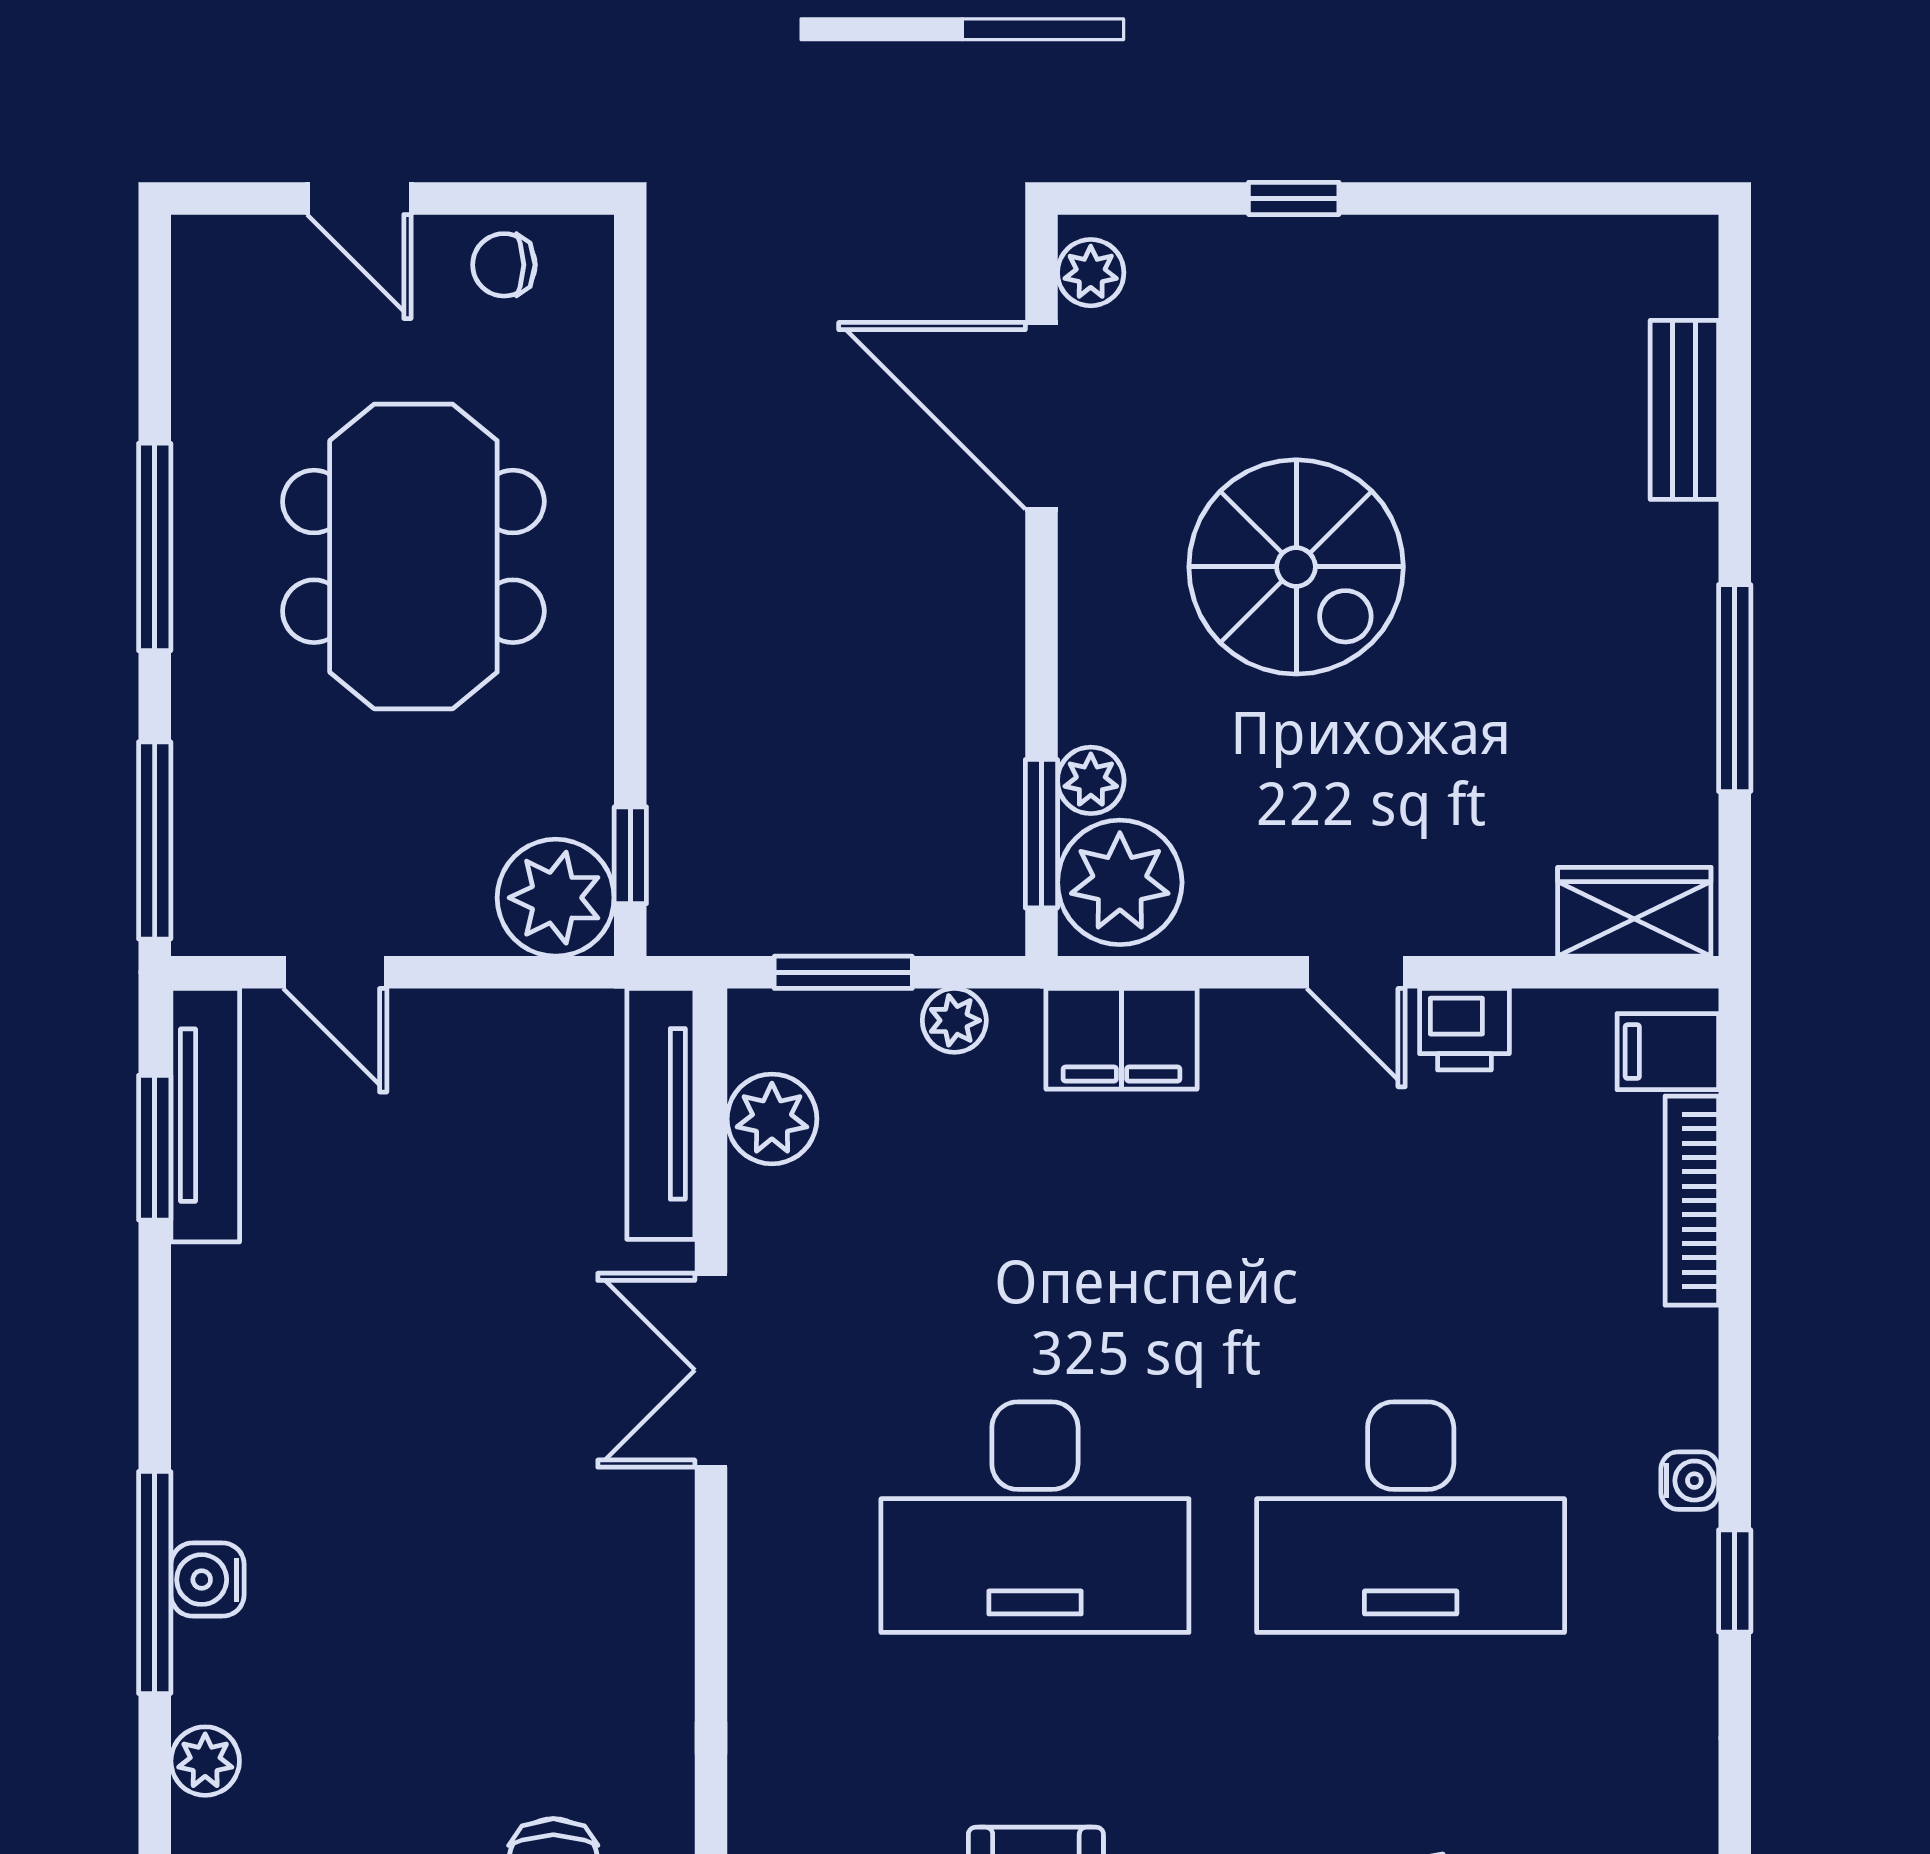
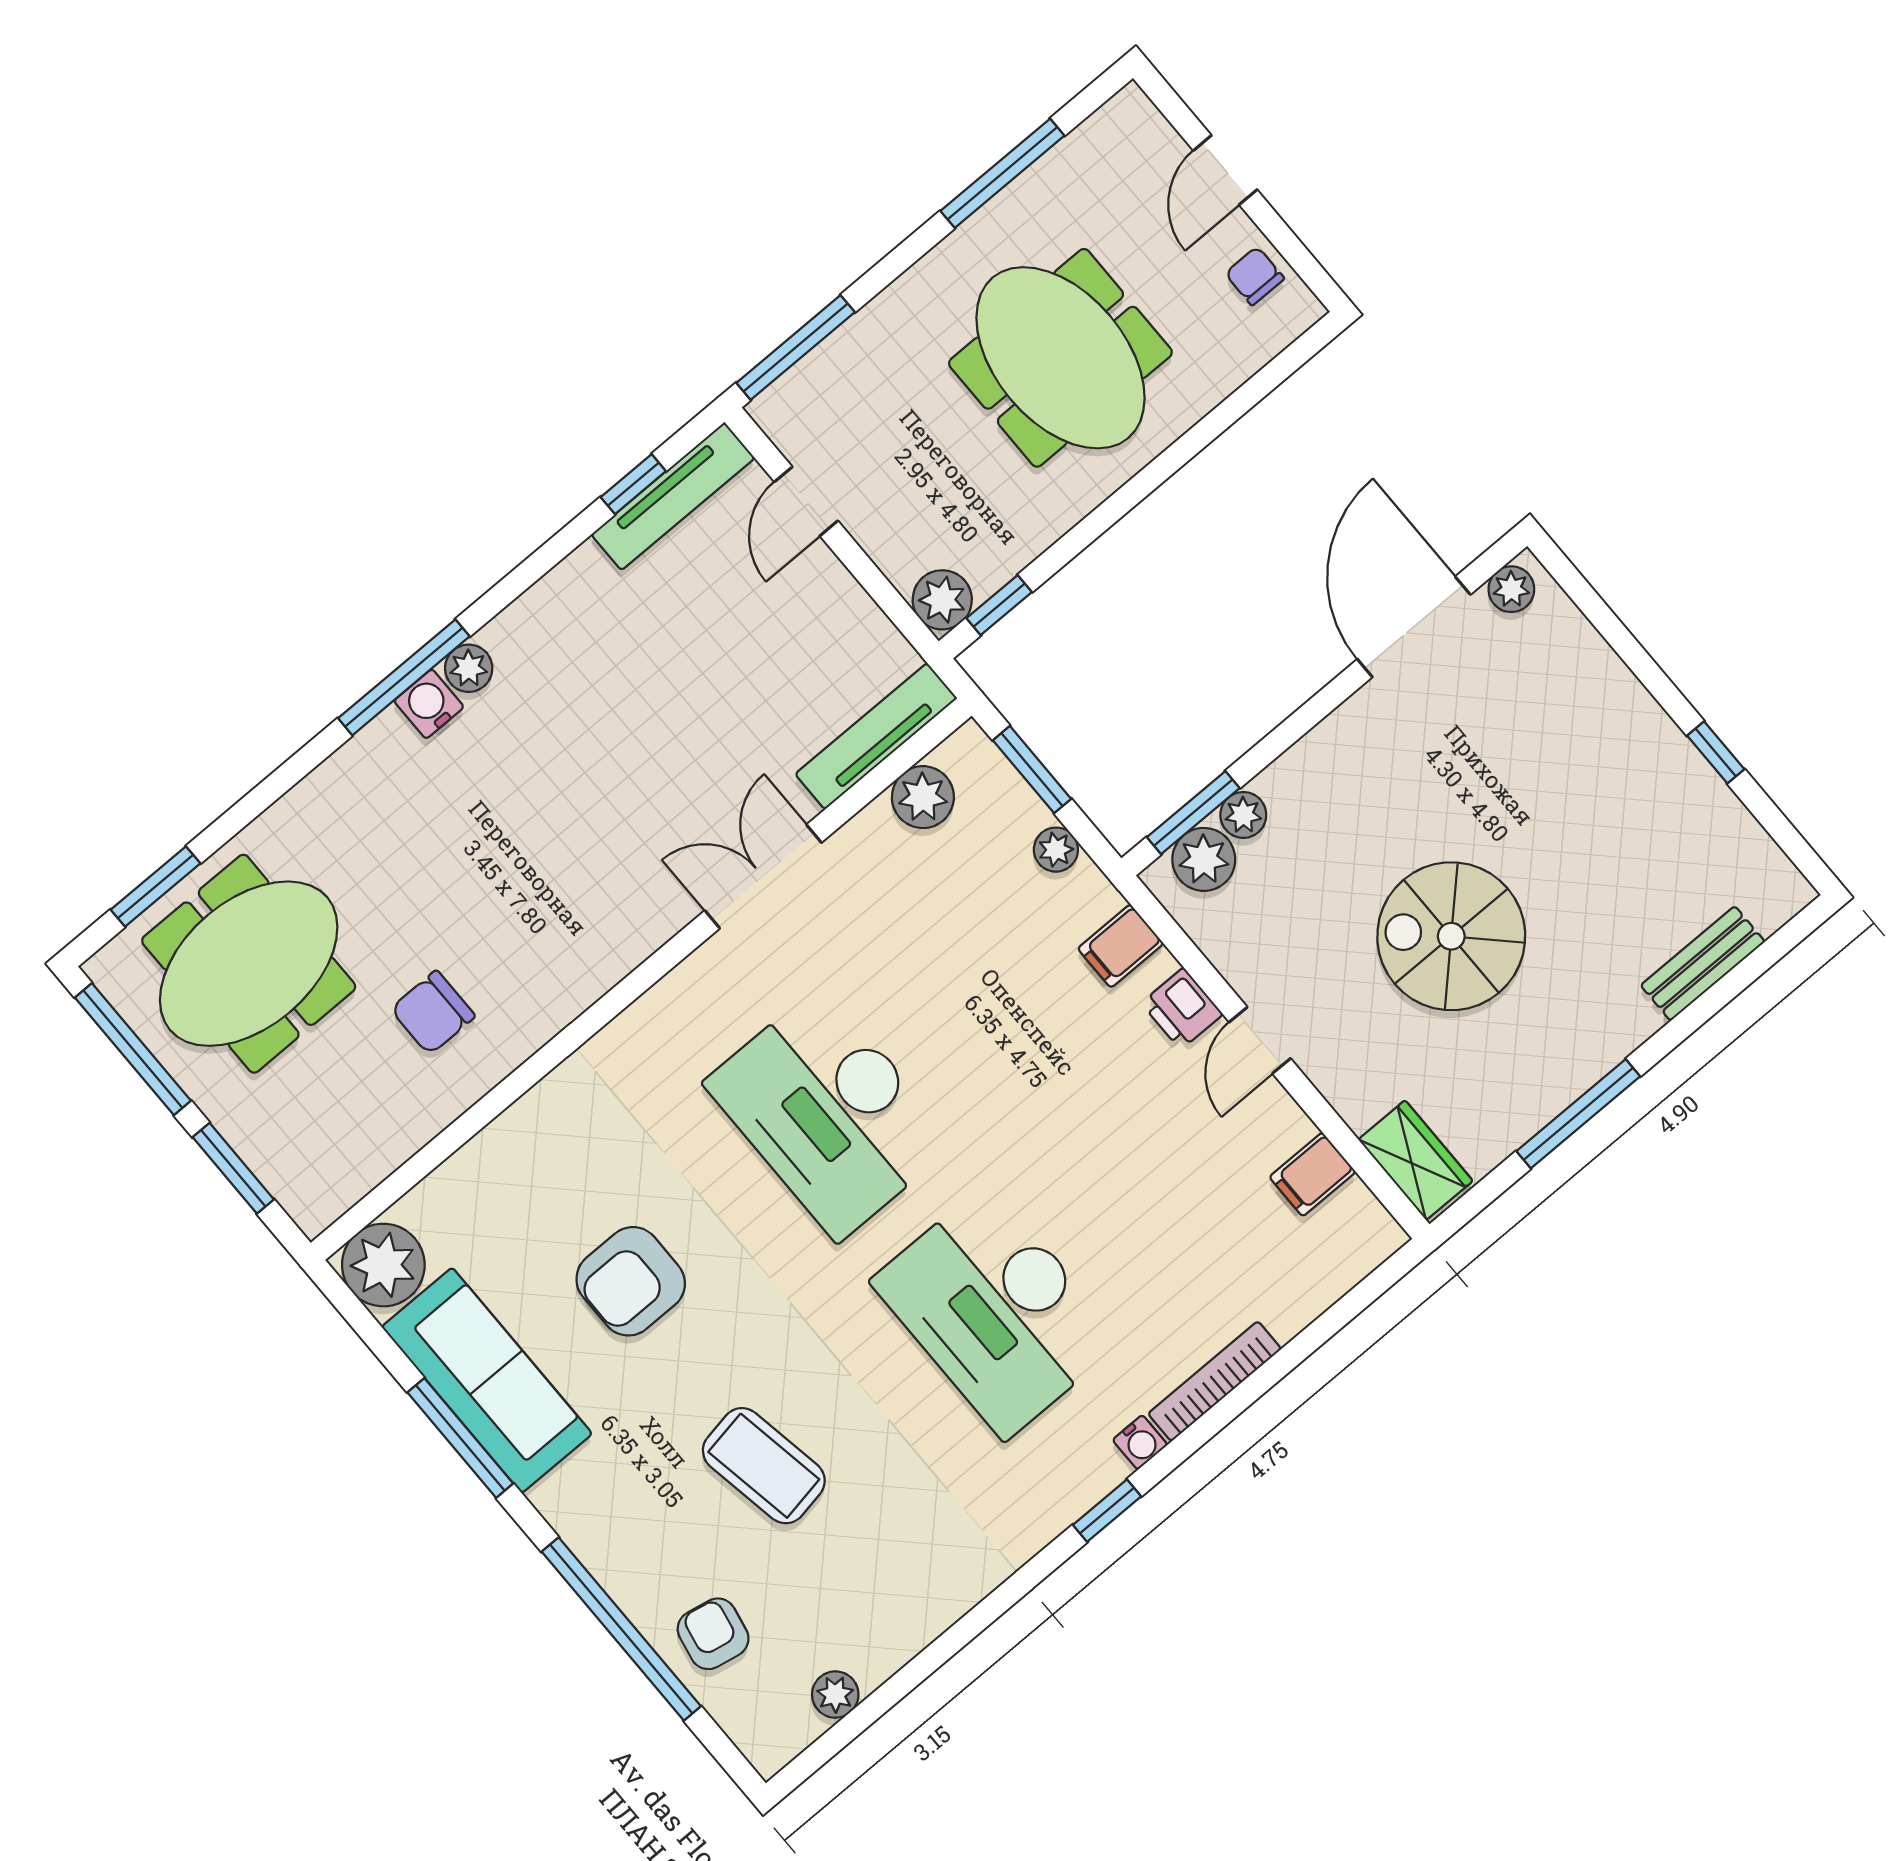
window: (1294, 198) -> (1716, 752), moved
window: (155, 547) -> (1002, 173), moved
meeting table: (413, 556) -> (1060, 358), turned 90
spiral stairs: (1296, 567) -> (1451, 936), moved, turned 90
plant: (1120, 882) -> (1204, 859), width x0.73, depth x0.73
plant: (556, 898) -> (942, 600), width x0.73, depth x0.73
printer: (1464, 1029) -> (1182, 1009), moved
filing cabinet: (1122, 1039) -> (1121, 946), width x0.50
filing cabinet: (1668, 1052) -> (1313, 1174), moved, turned -90
window: (155, 1148) -> (633, 484), width x0.67
bookcase: (1692, 1201) -> (1215, 1381), moved
plant: (205, 1761) -> (469, 668), moved

